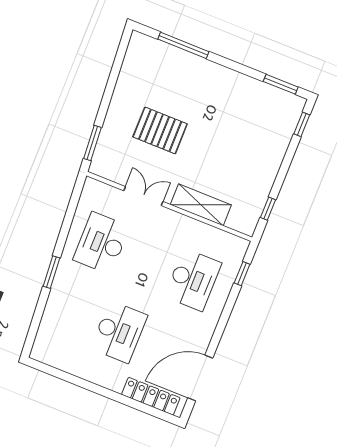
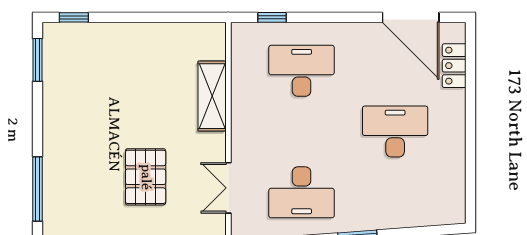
double door: (143, 196) -> (228, 188), moved
window: (268, 209) -> (186, 17), removed
locker: (151, 396) -> (454, 66), width x0.66

